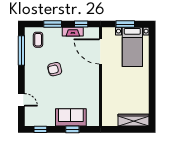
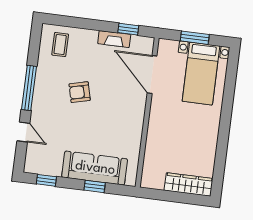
window: (53, 24) -> (85, 24), removed
window: (21, 50) -> (29, 88), moved
sofa: (71, 117) -> (95, 168), width x1.36

